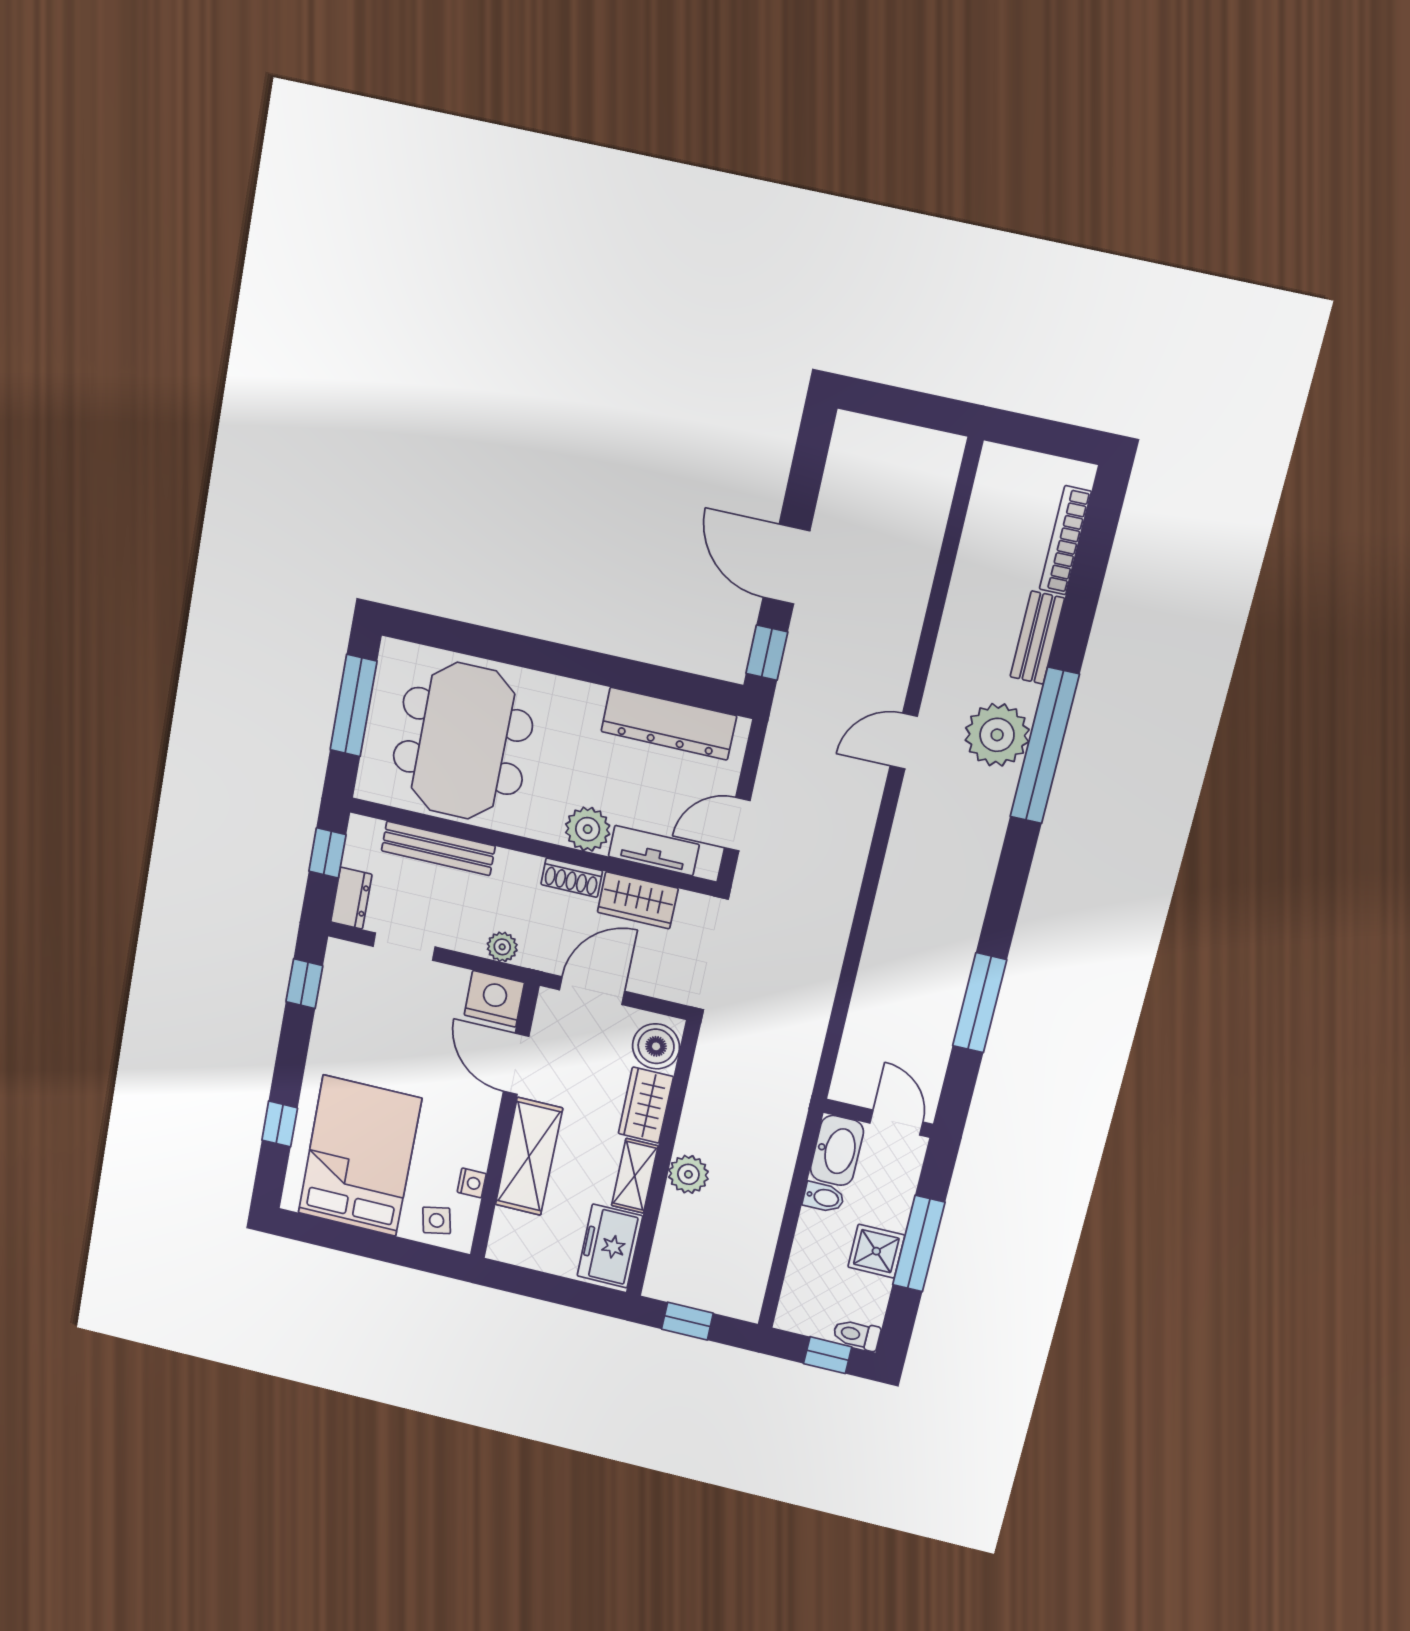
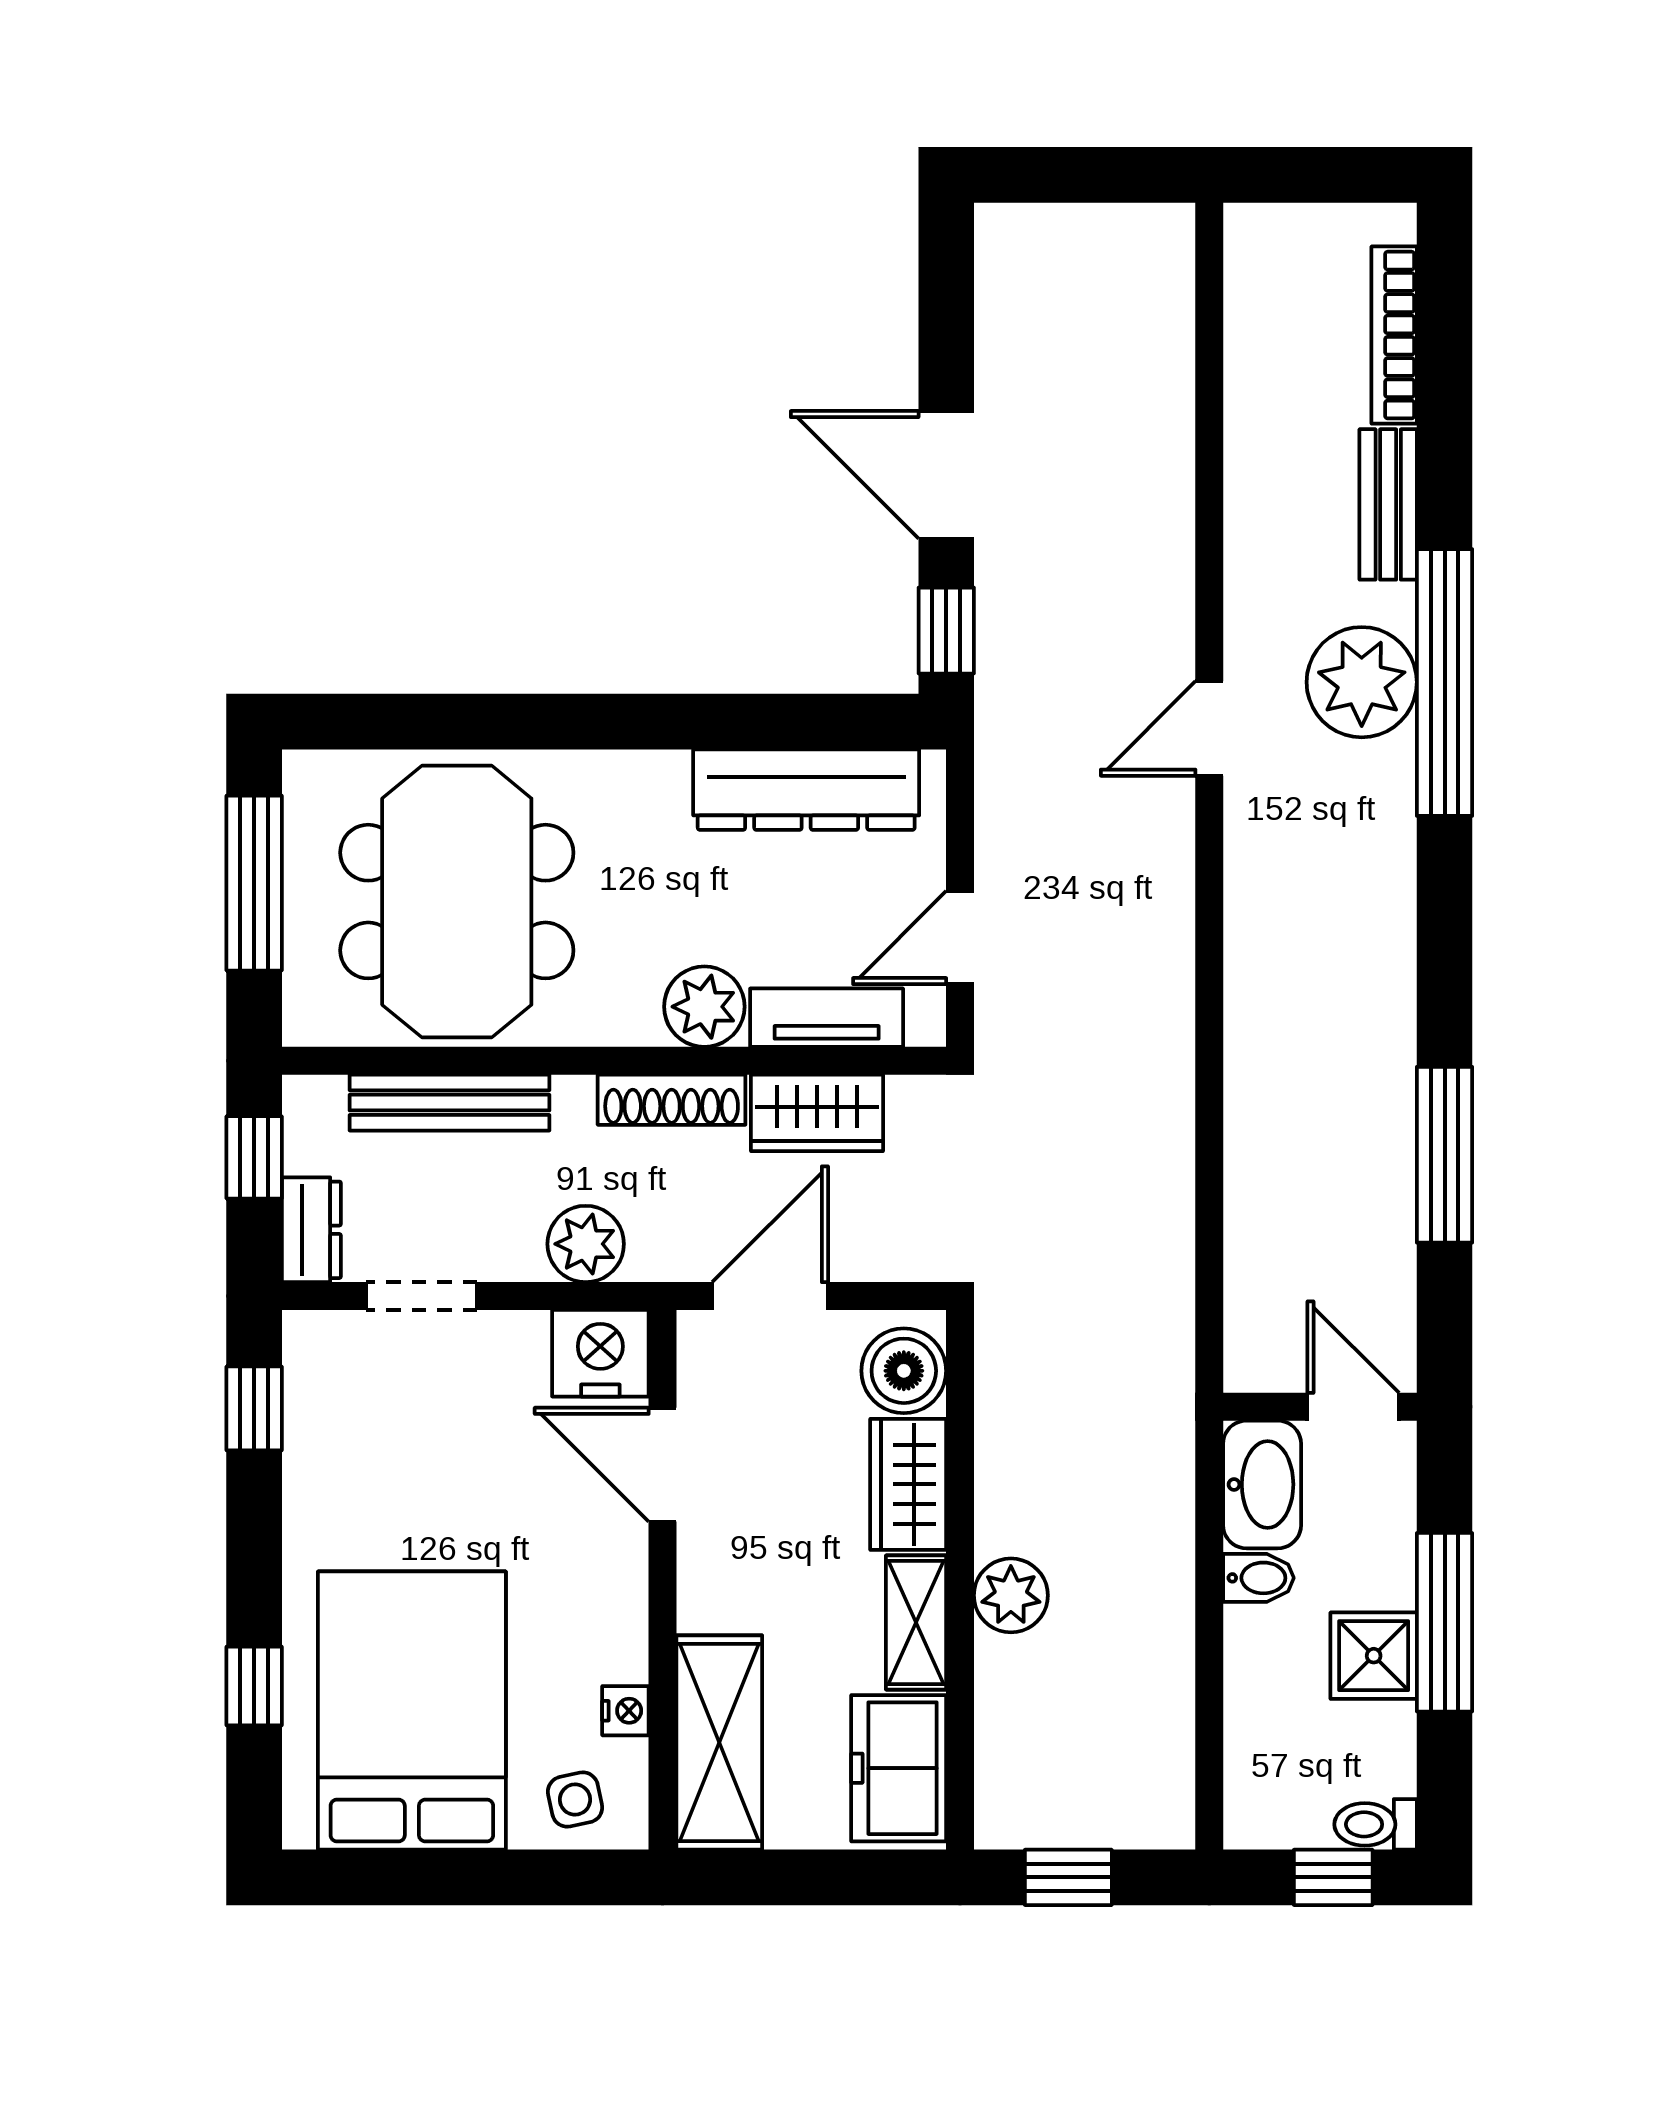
shoe rack: (572, 878) -> (672, 1100), width x1.43
plant: (502, 947) -> (586, 1244), width x1.38, depth x1.38
shelving: (529, 1156) -> (719, 1743), moved

